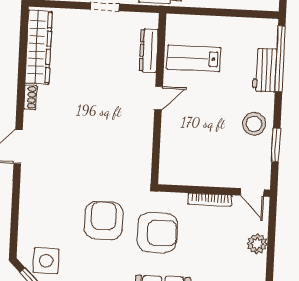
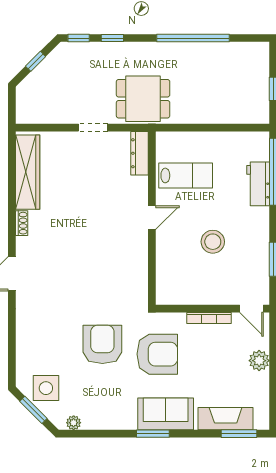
dresser: (149, 51) -> (140, 153), moved
lab bench: (194, 58) -> (186, 175), turned 180
stool: (254, 124) -> (213, 242), moved

